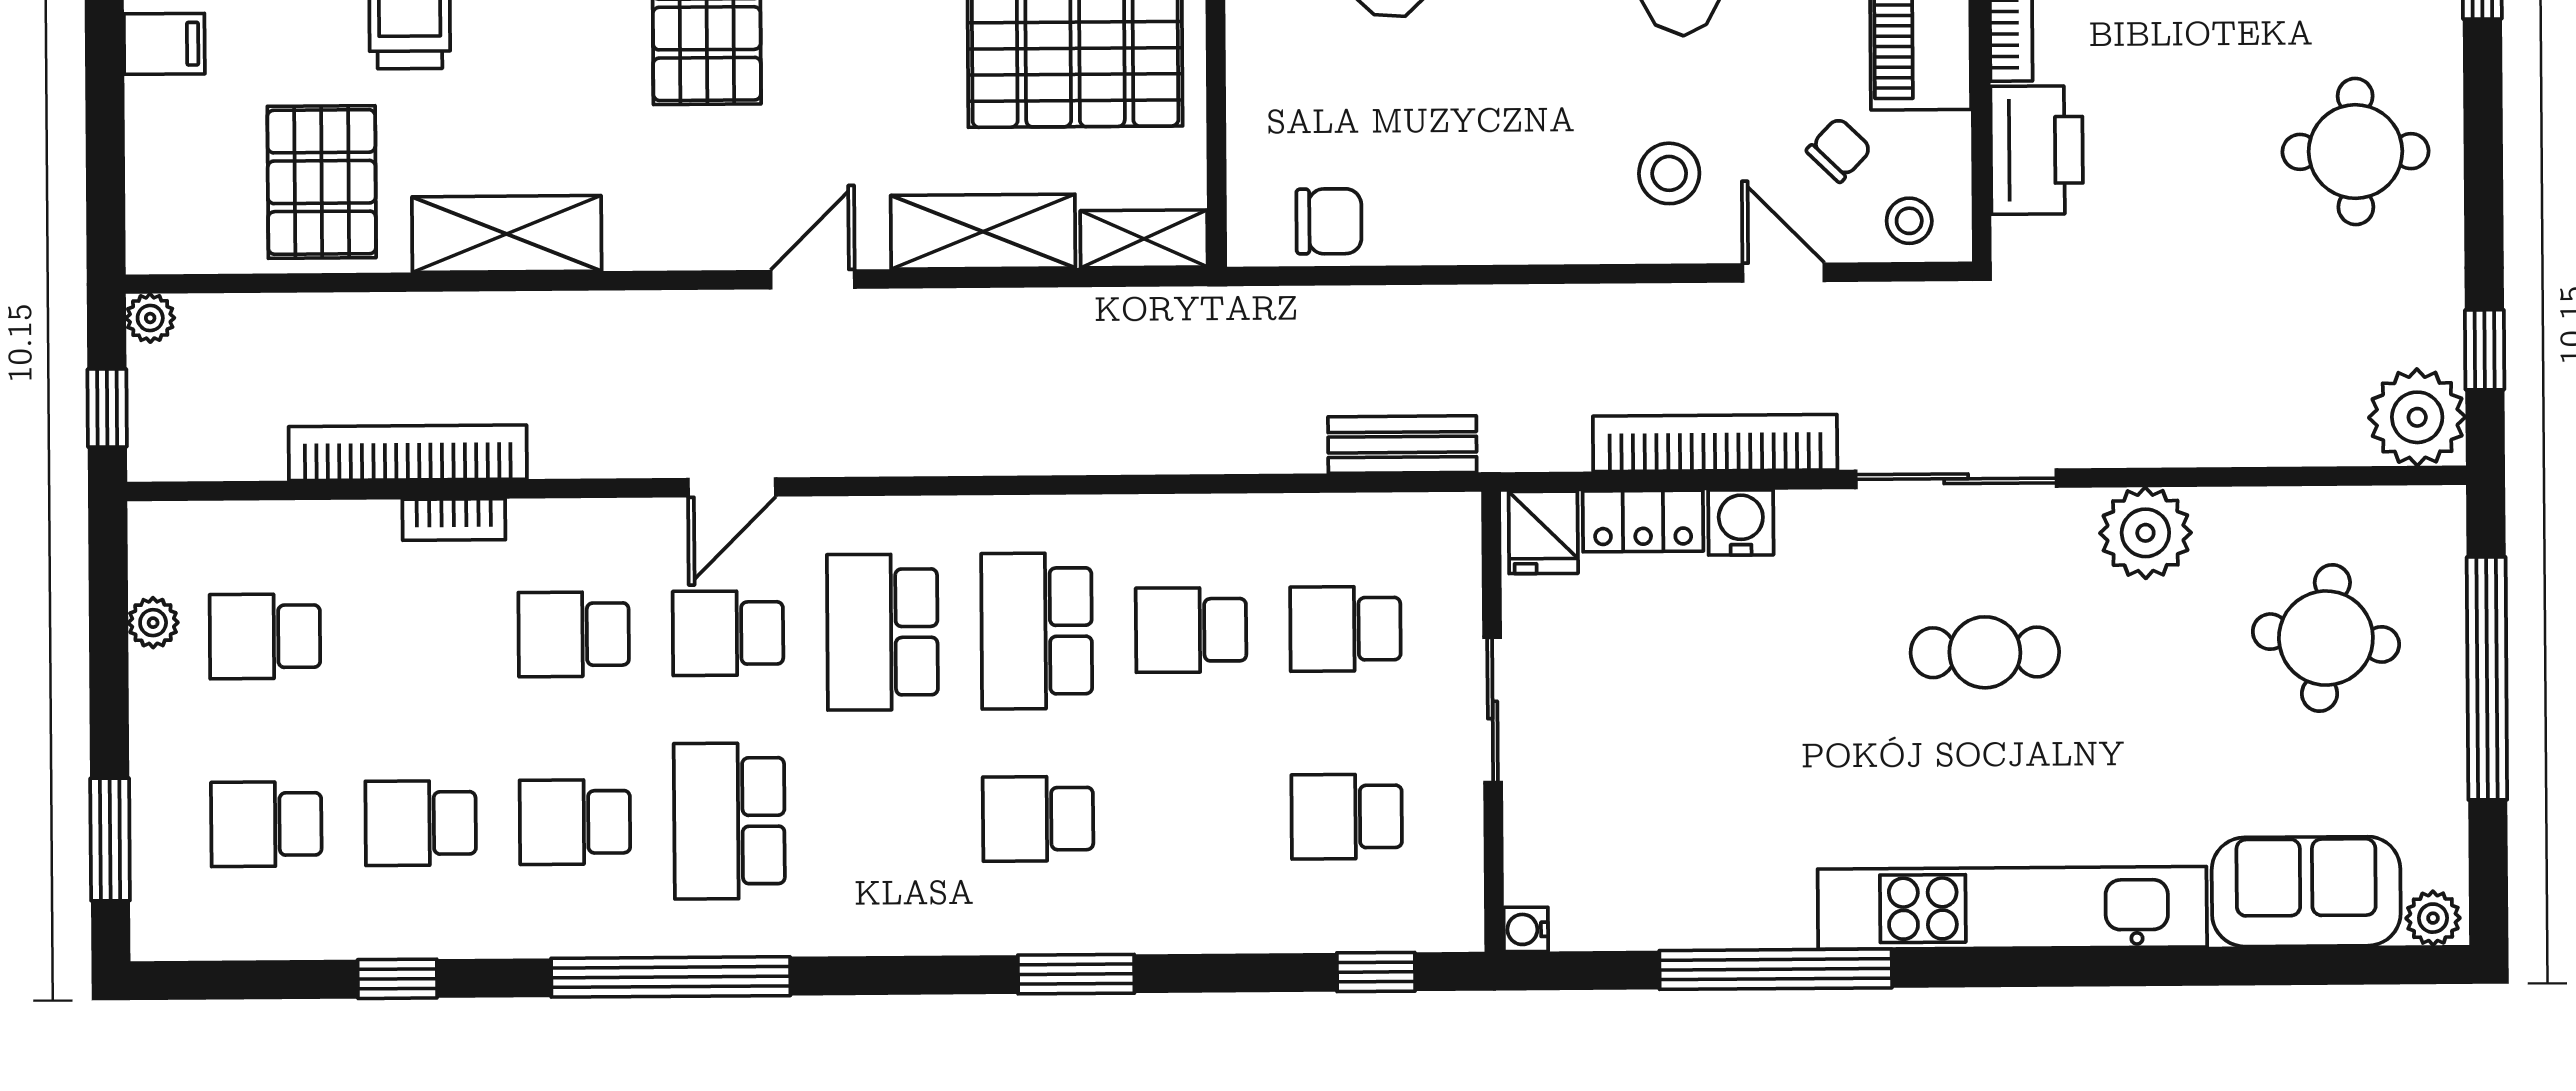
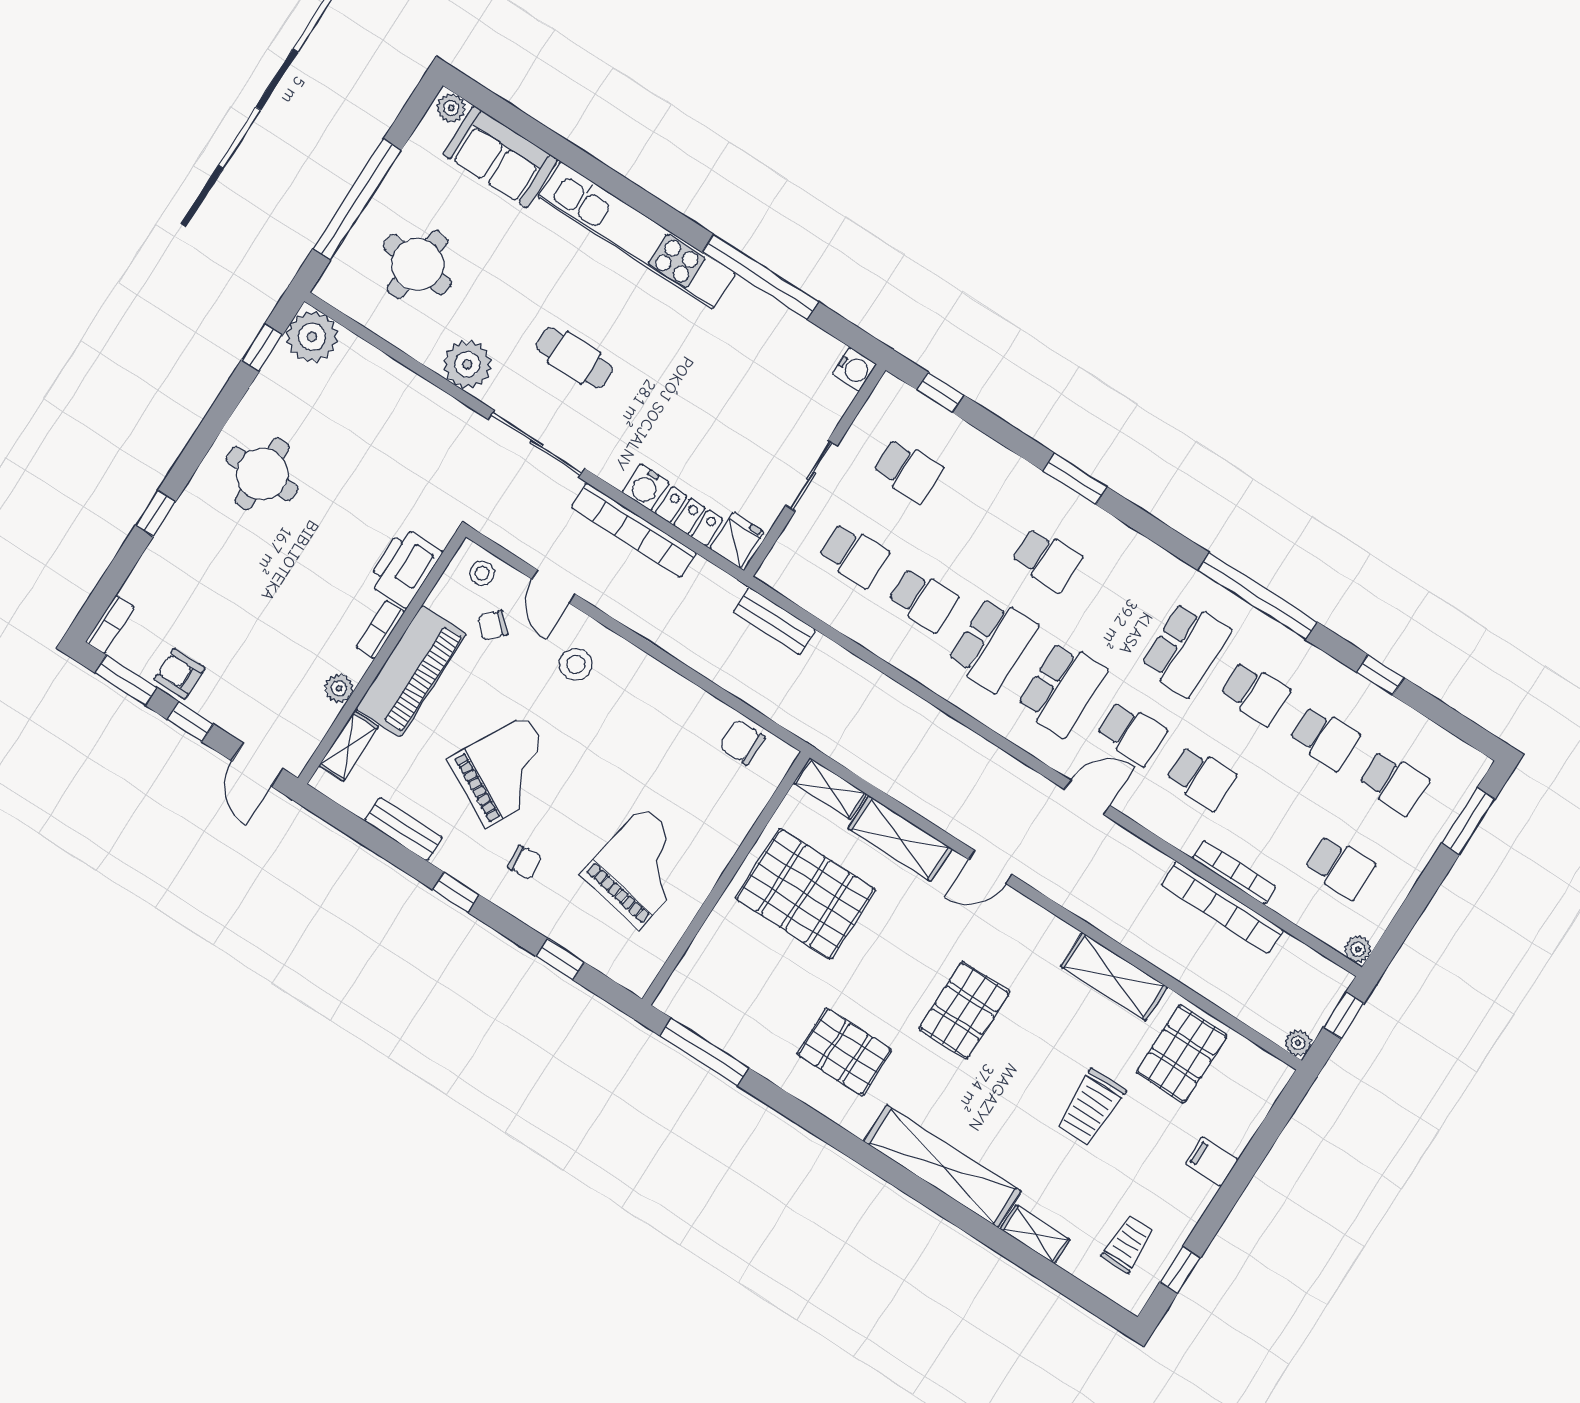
bookcase: (454, 520) -> (1234, 872), width x1.56
plant: (153, 623) -> (1358, 949), moved
water cooler: (1526, 929) -> (854, 369), width x1.38, depth x1.38

